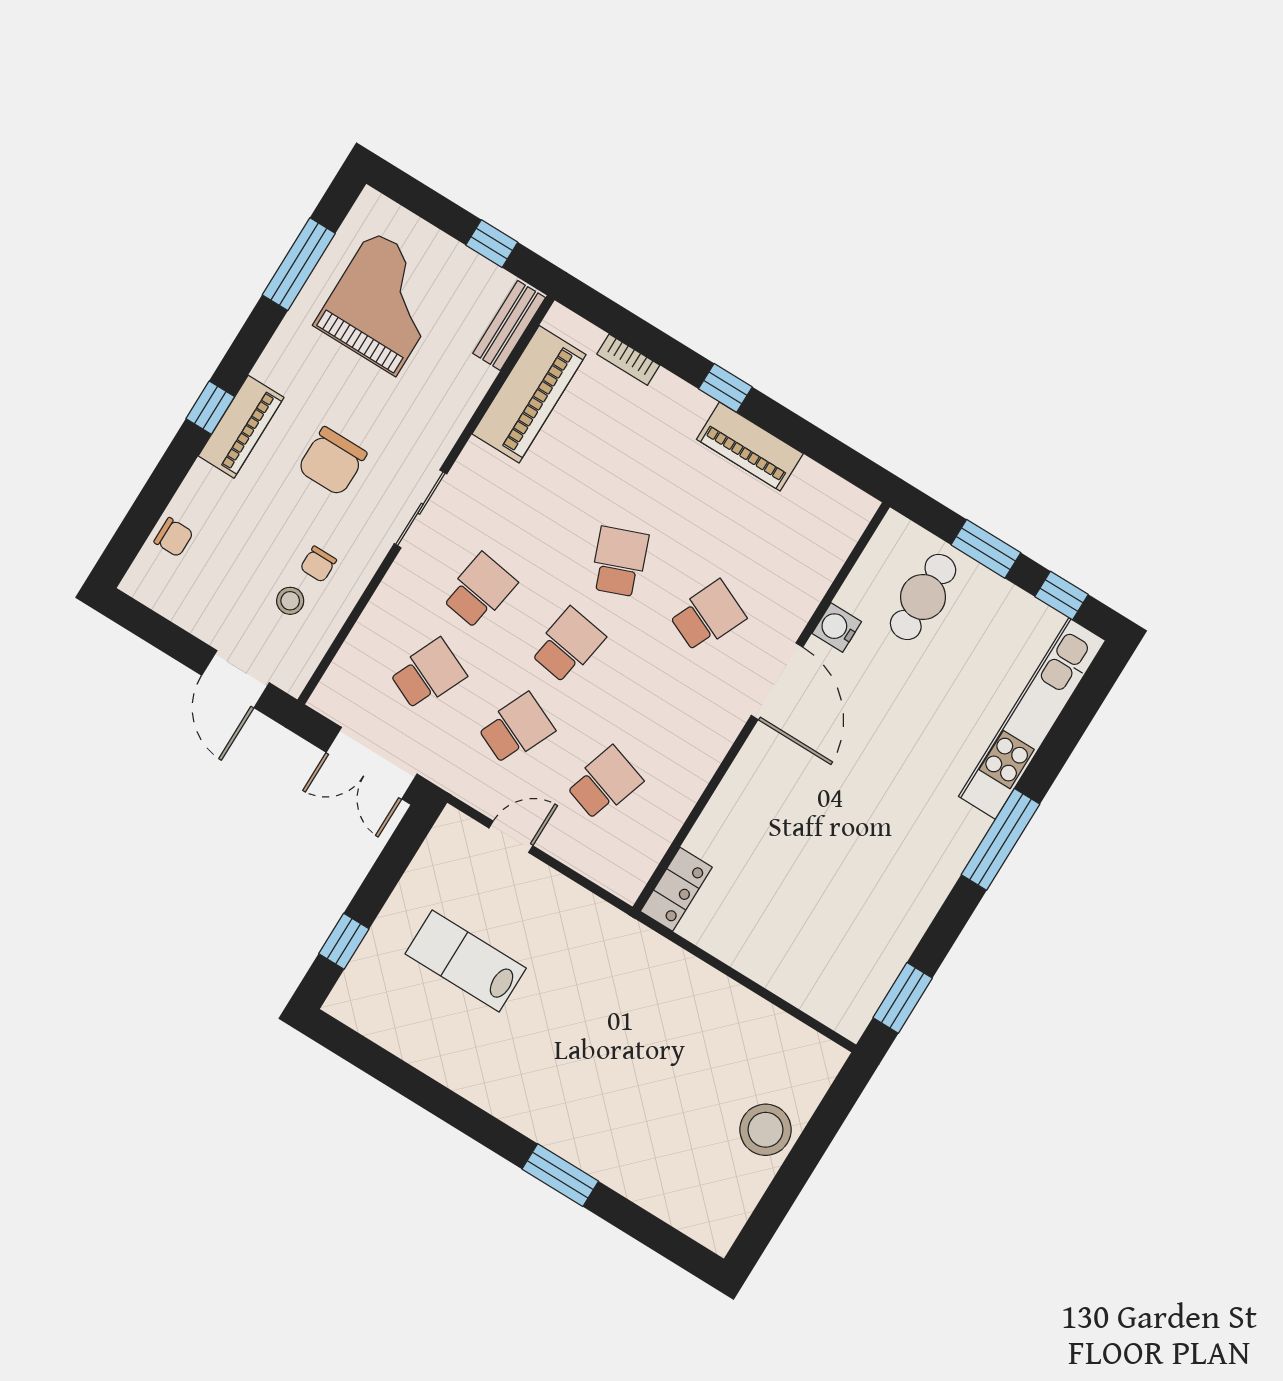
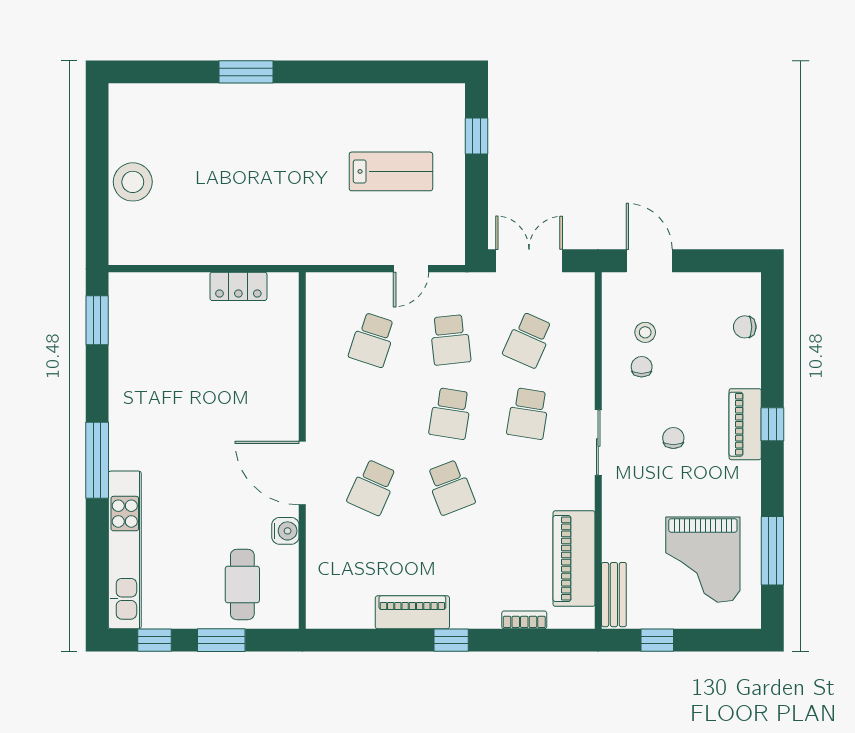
chair: (332, 461) -> (673, 438), width x0.54, depth x0.54
school desk: (516, 729) -> (450, 340), turned -30
locker: (676, 889) -> (238, 286), moved, turned -90

